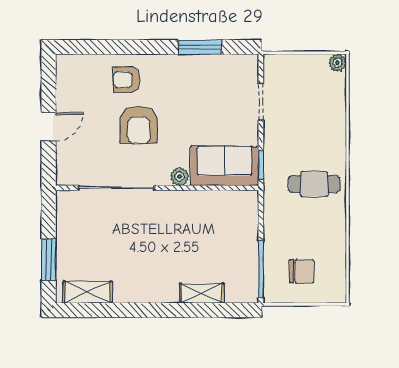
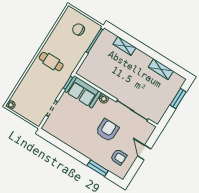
window: (200, 47) -> (98, 168), moved
armchair: (126, 80) -> (119, 157), moved
door: (49, 127) -> (144, 152), hinge flipped
shelving: (88, 292) -> (161, 69), moved

